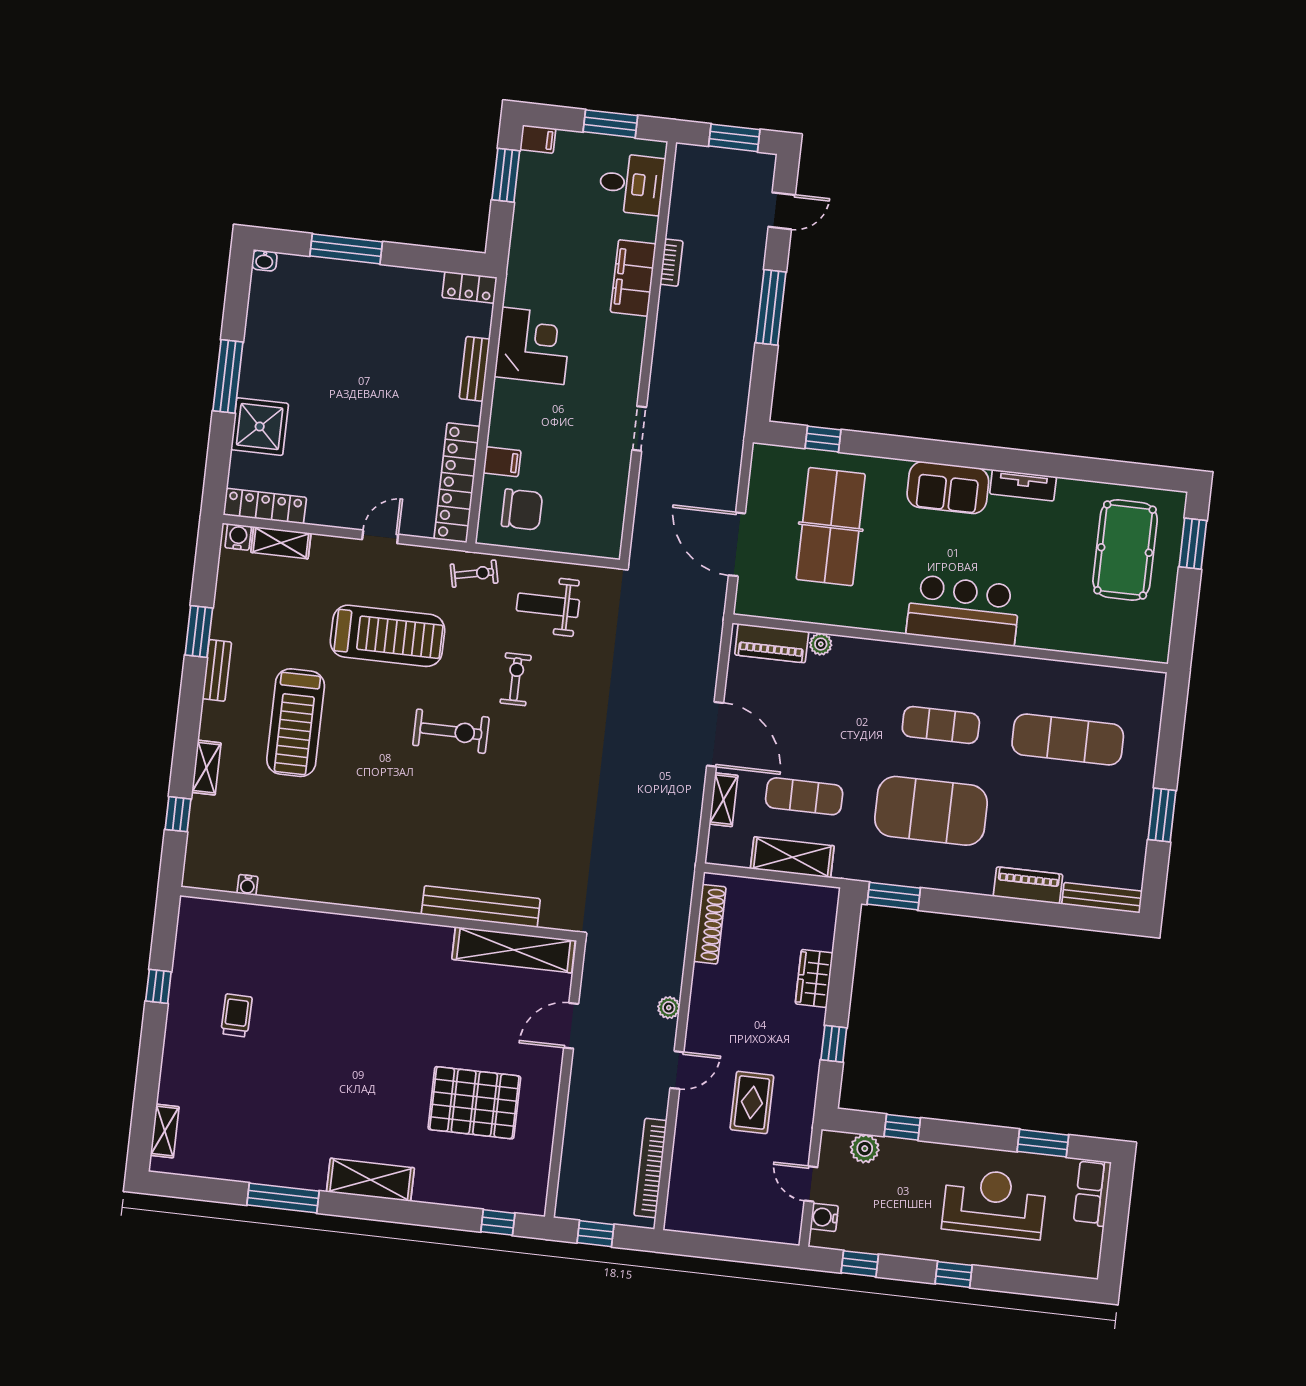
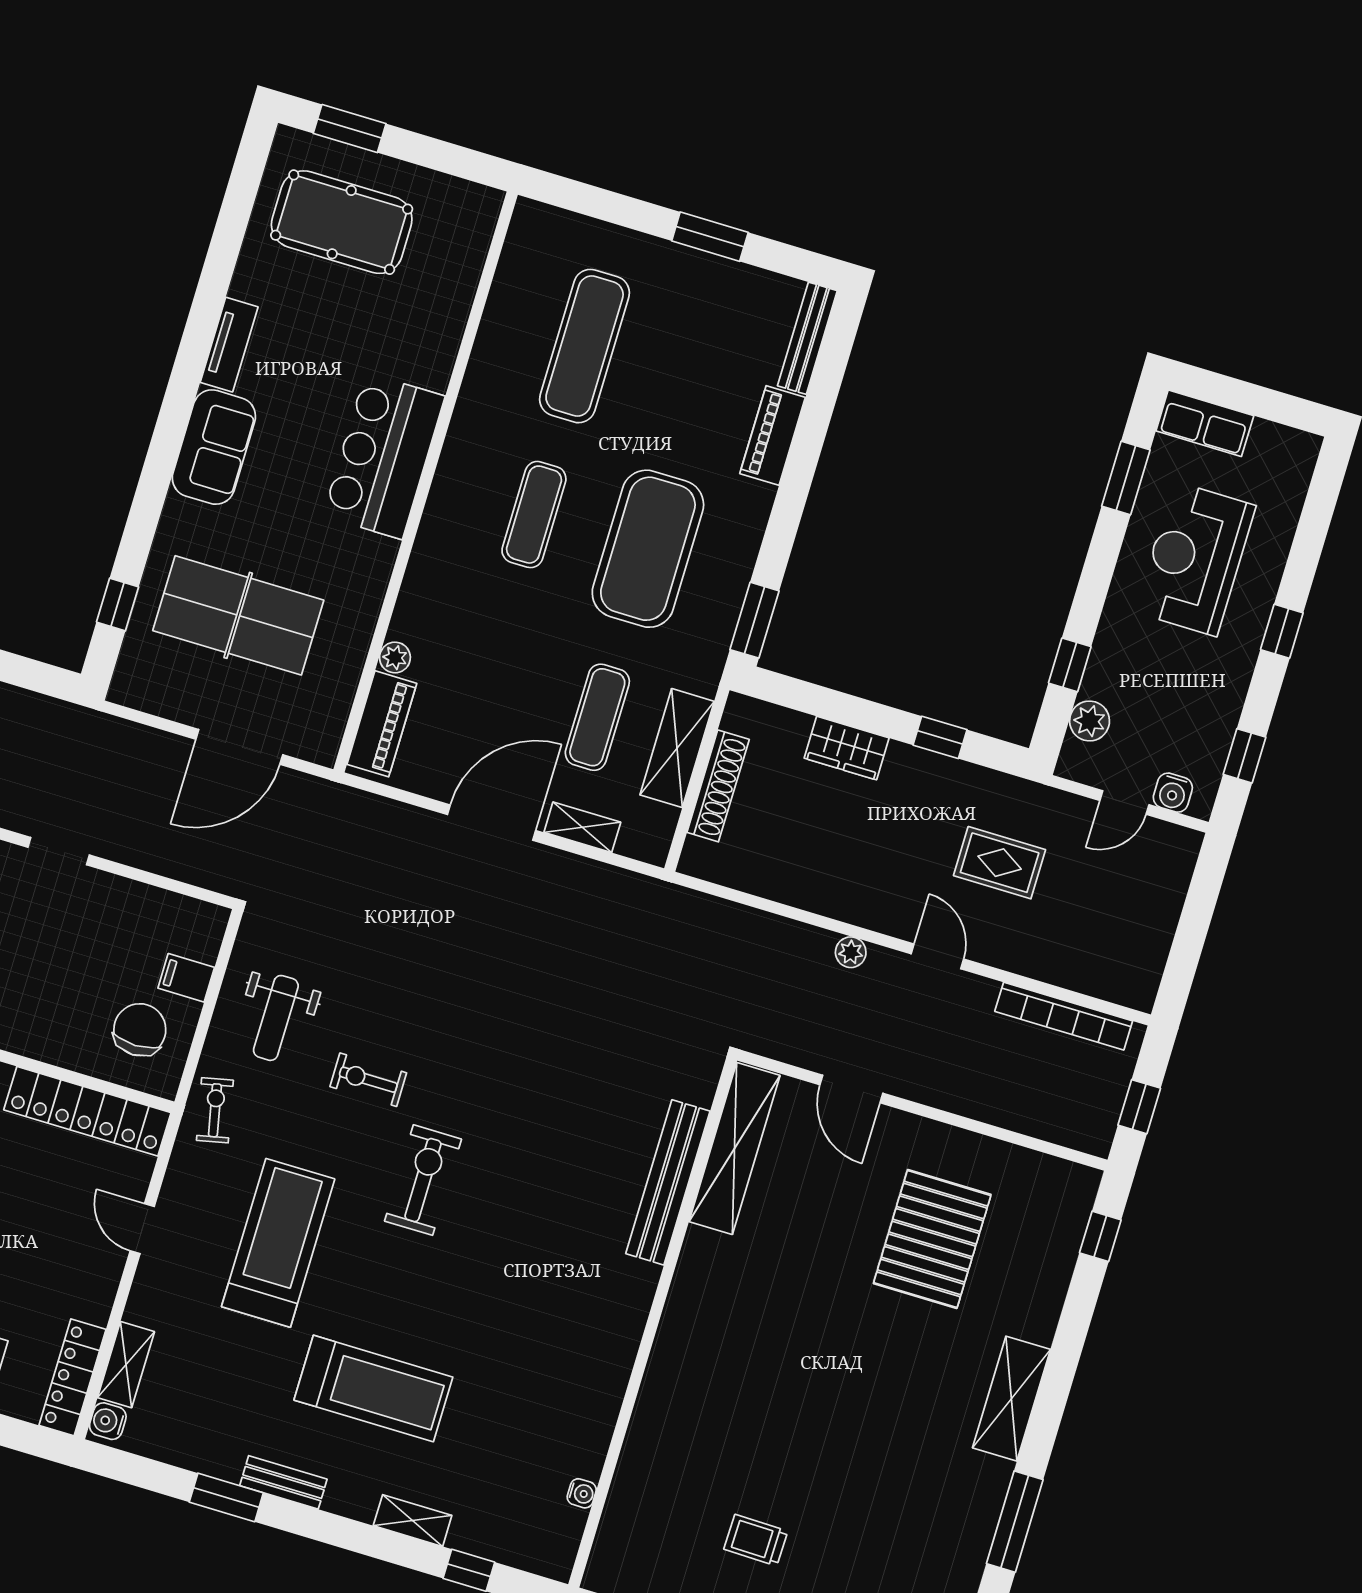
filing cabinet: (502, 462) -> (186, 978), moved, turned -90
shoe rack: (710, 924) -> (718, 786), moved, turned 90

